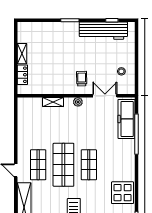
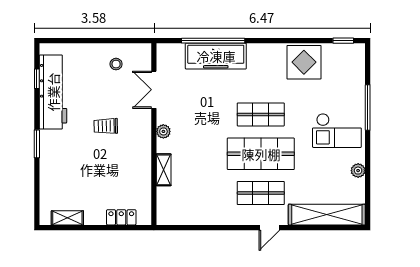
shelving: (22, 54) -> (67, 218), moved
trolley: (82, 79) -> (106, 126), moved
freezer: (127, 119) -> (216, 56), moved

